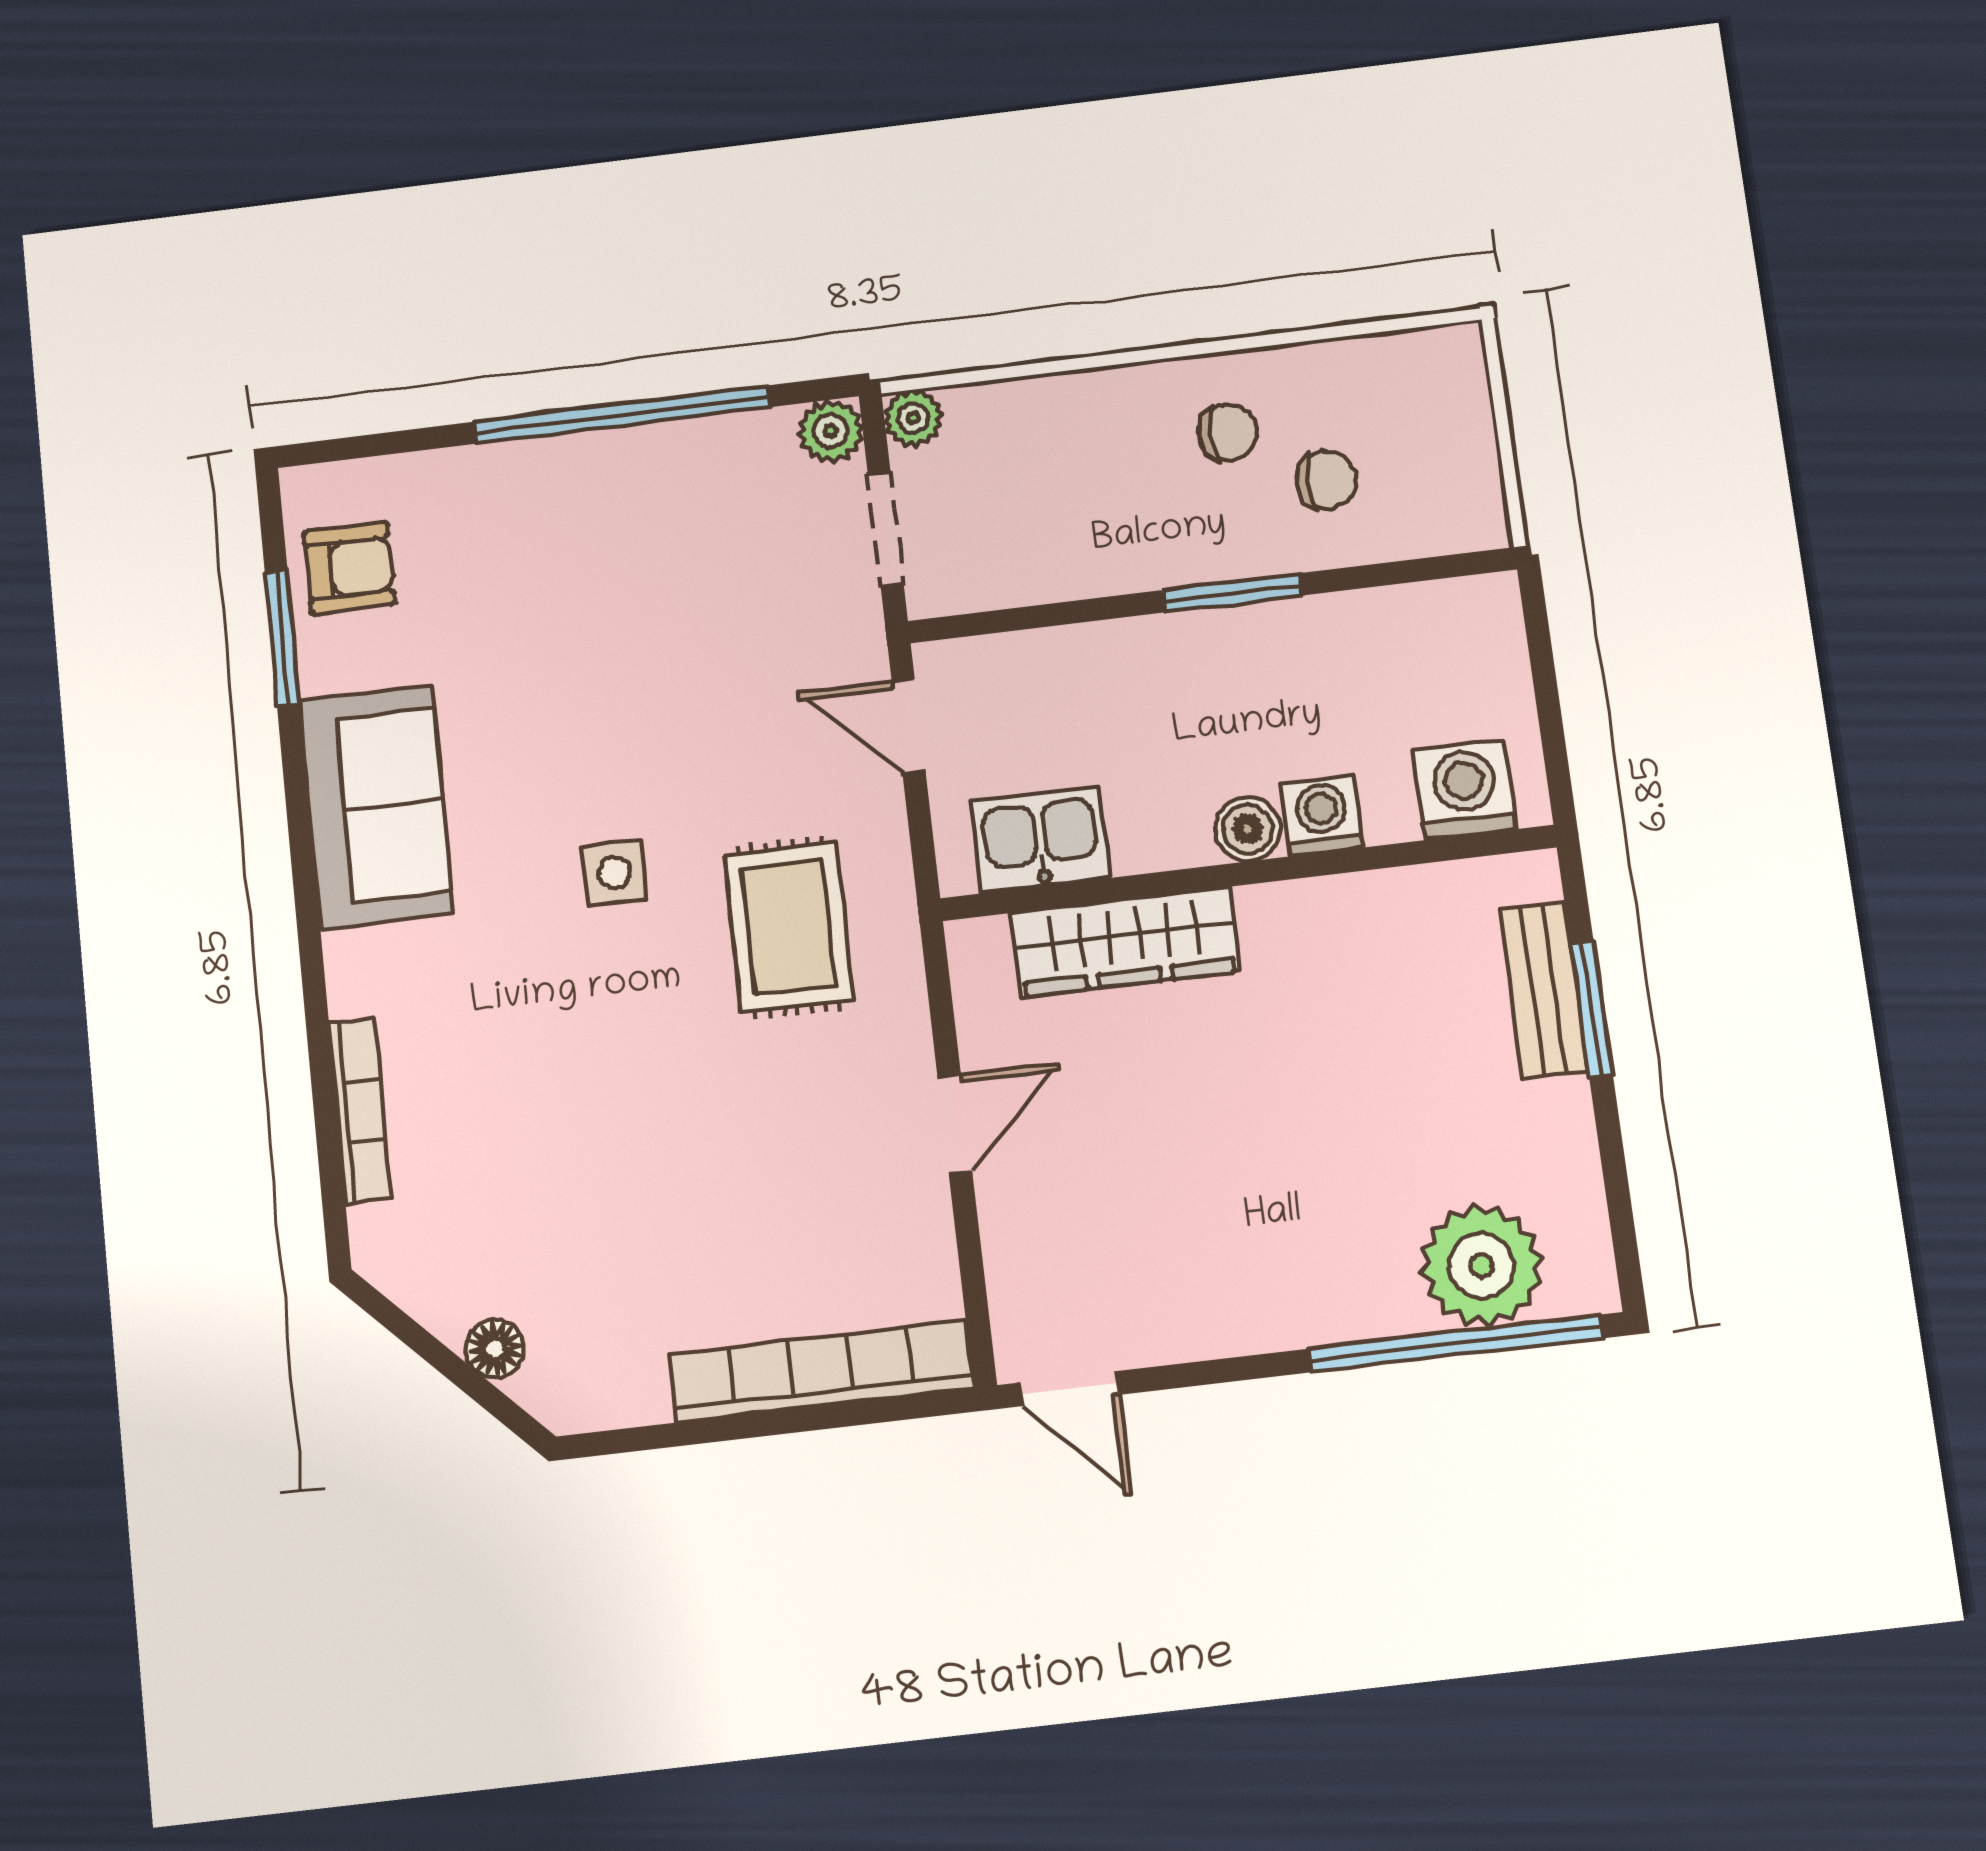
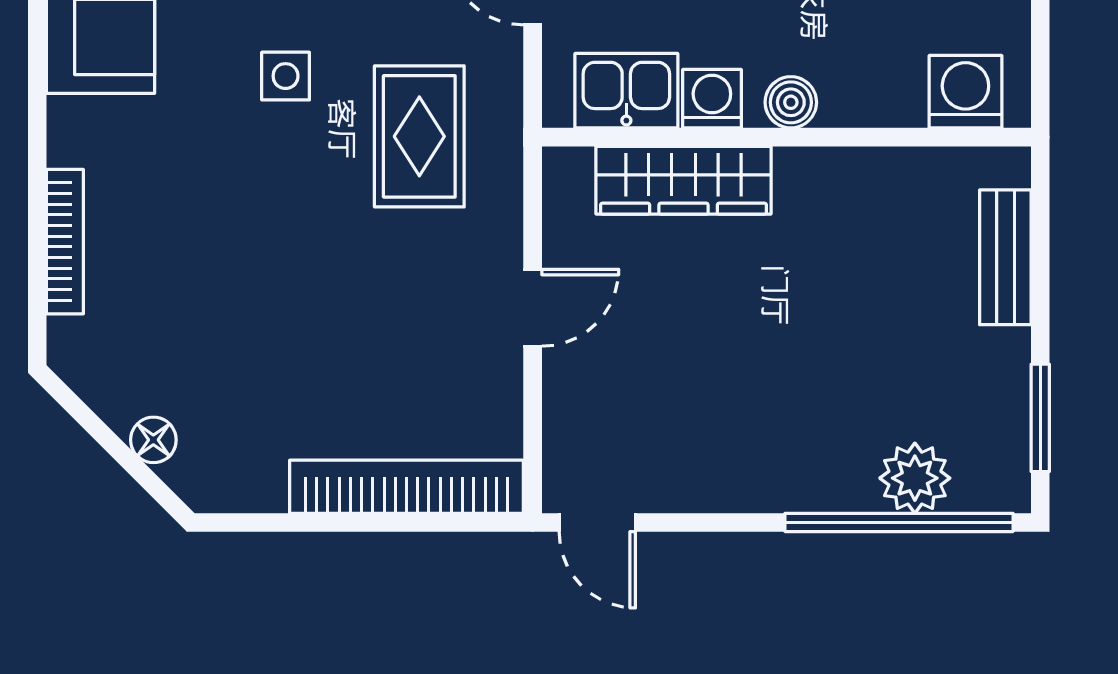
washing machine: (1322, 816) -> (712, 99), moved
window: (1591, 1009) -> (1040, 418), moved
plant: (1482, 1266) -> (915, 478), width x0.73, depth x0.73

